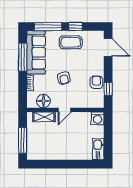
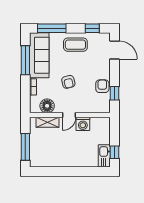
window: (75, 27) -> (92, 28), moved
washing machine: (98, 118) -> (83, 124), moved
window: (108, 146) -> (114, 152), added

